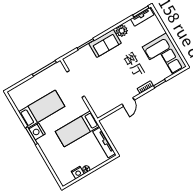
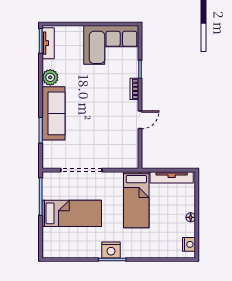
sofa: (105, 43) -> (53, 113), width x1.36
door: (128, 102) -> (140, 120), hinge flipped
bed: (42, 109) -> (72, 213), moved, turned 90
nightstand: (78, 173) -> (189, 244), moved

